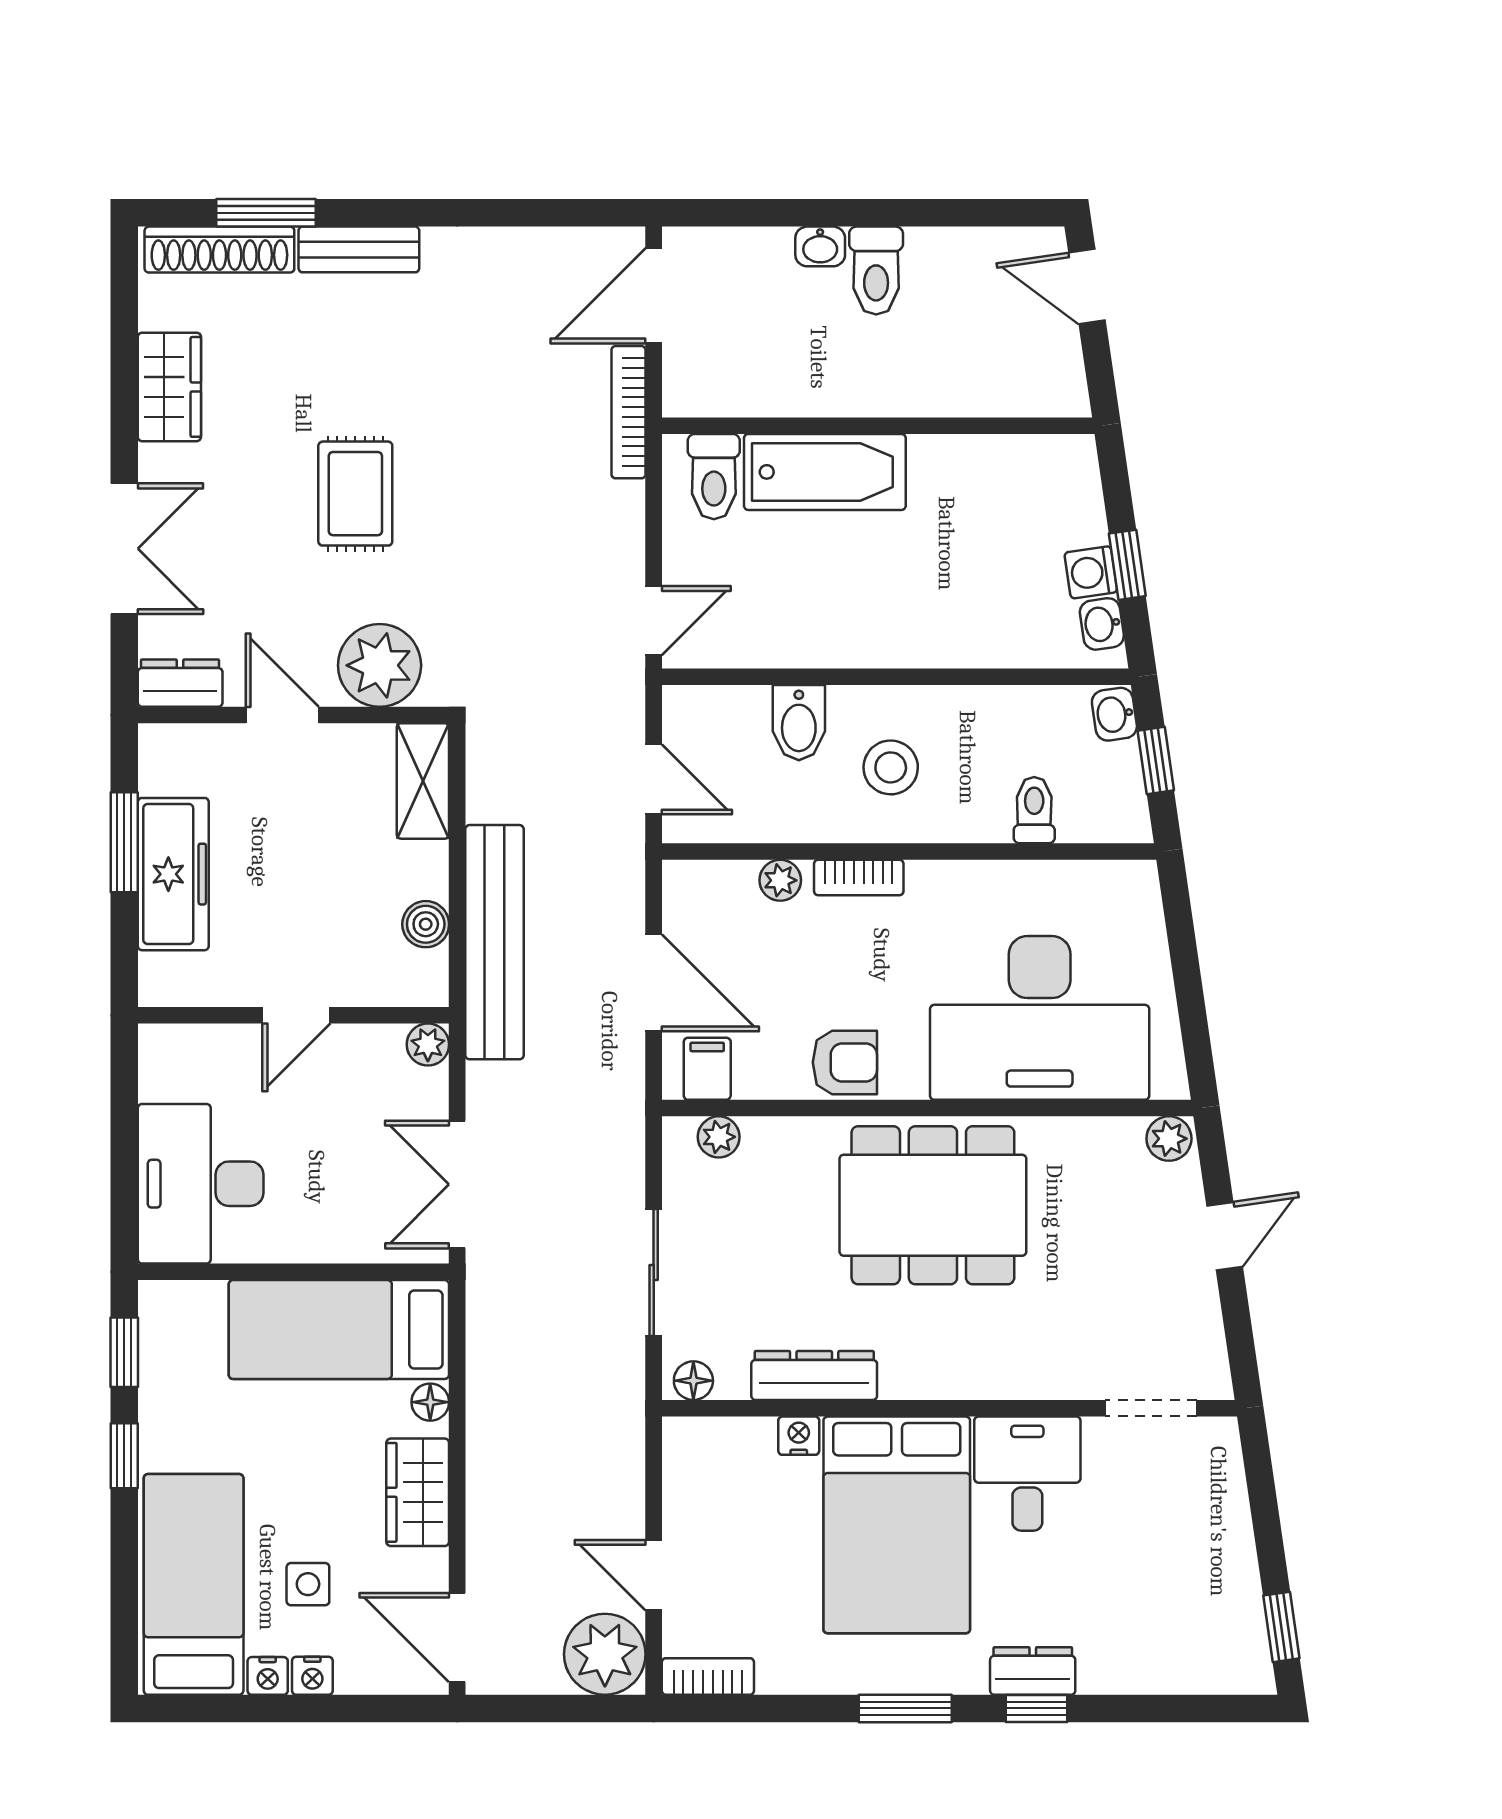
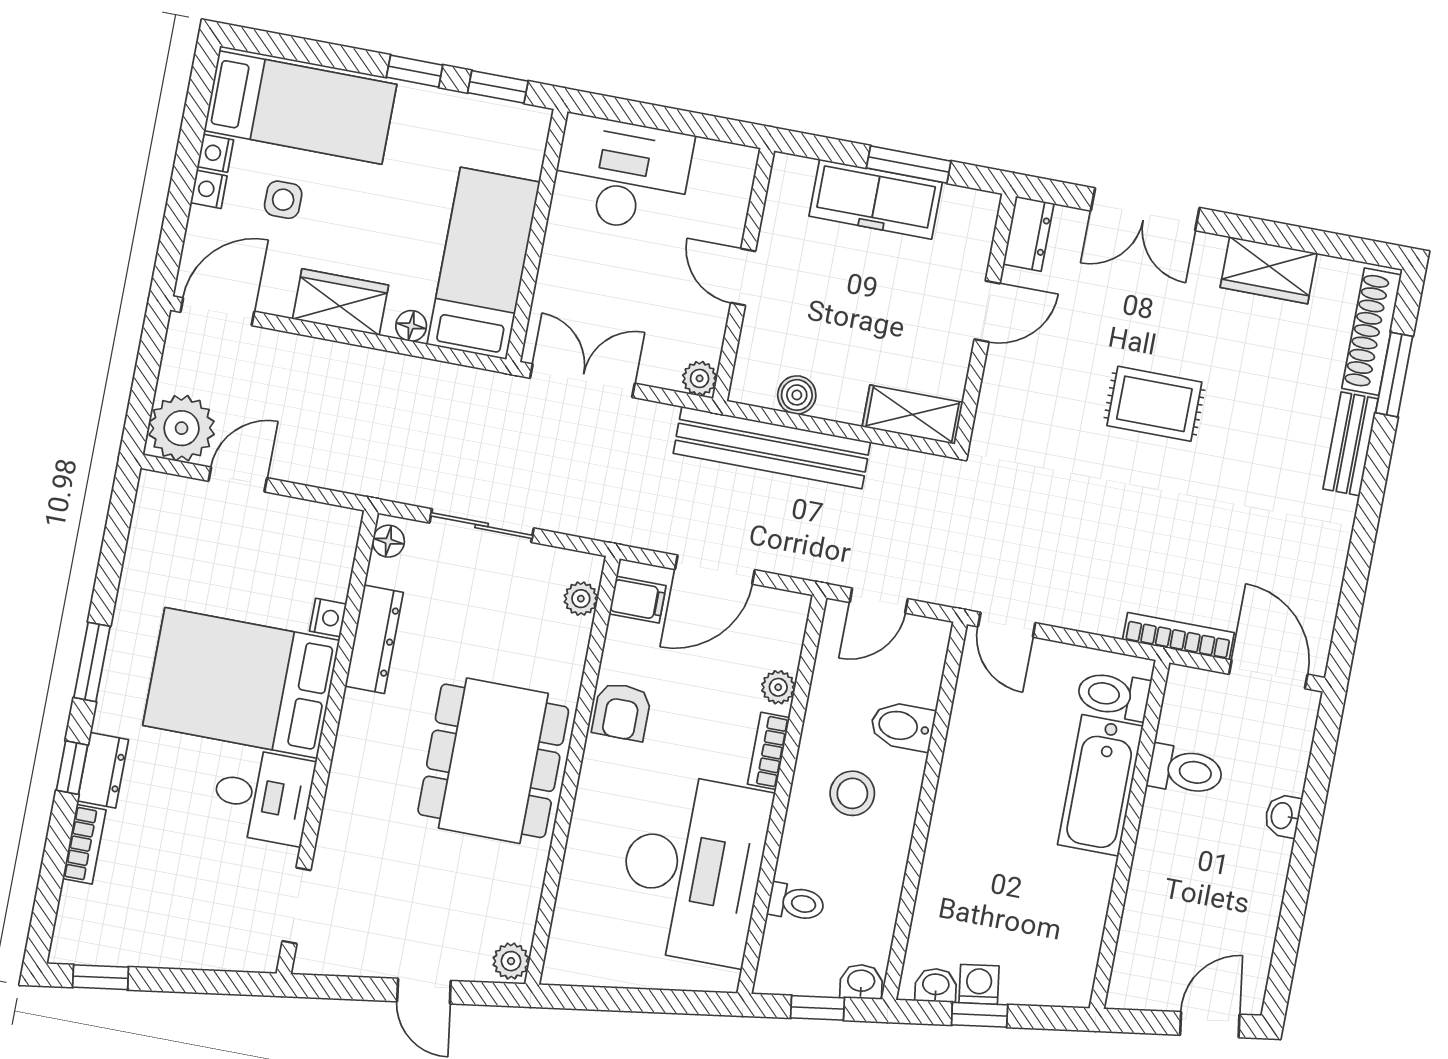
toilet: (876, 271) -> (1185, 770), moved, turned 180
plant: (380, 665) -> (1012, 397), removed
desk: (1040, 1018) -> (693, 869), moved, turned 180
bookcase: (708, 1676) -> (84, 844), moved

